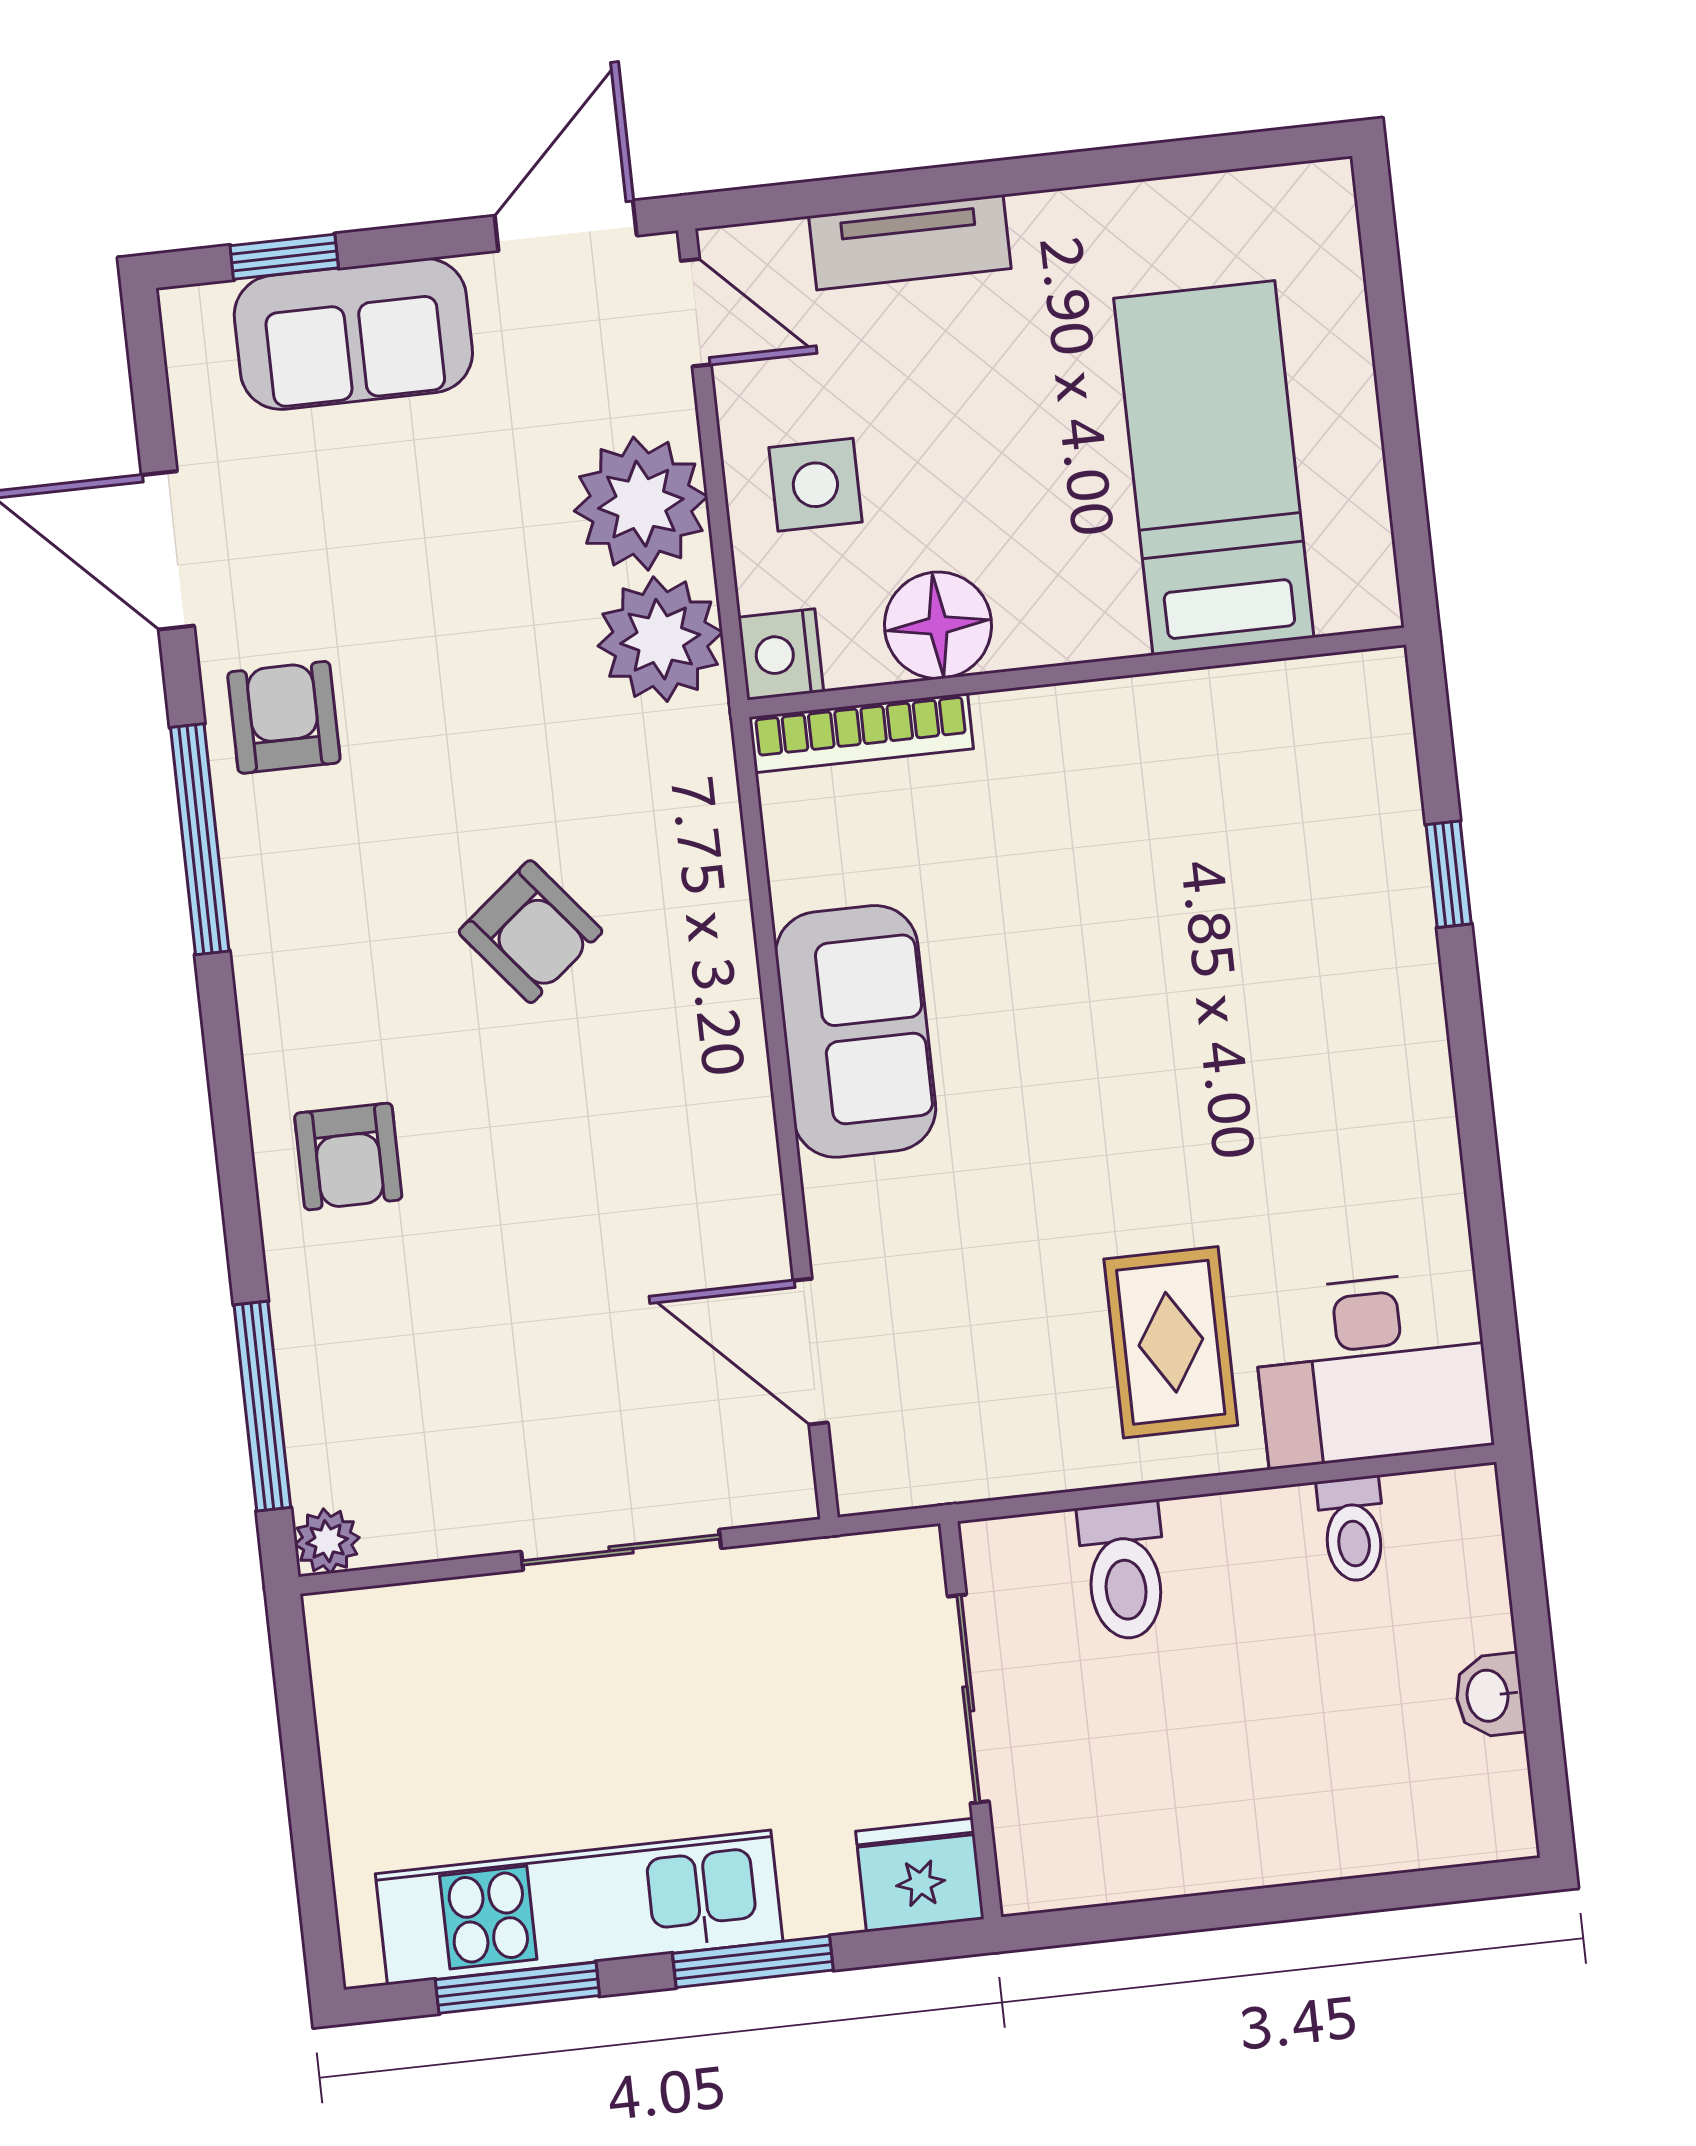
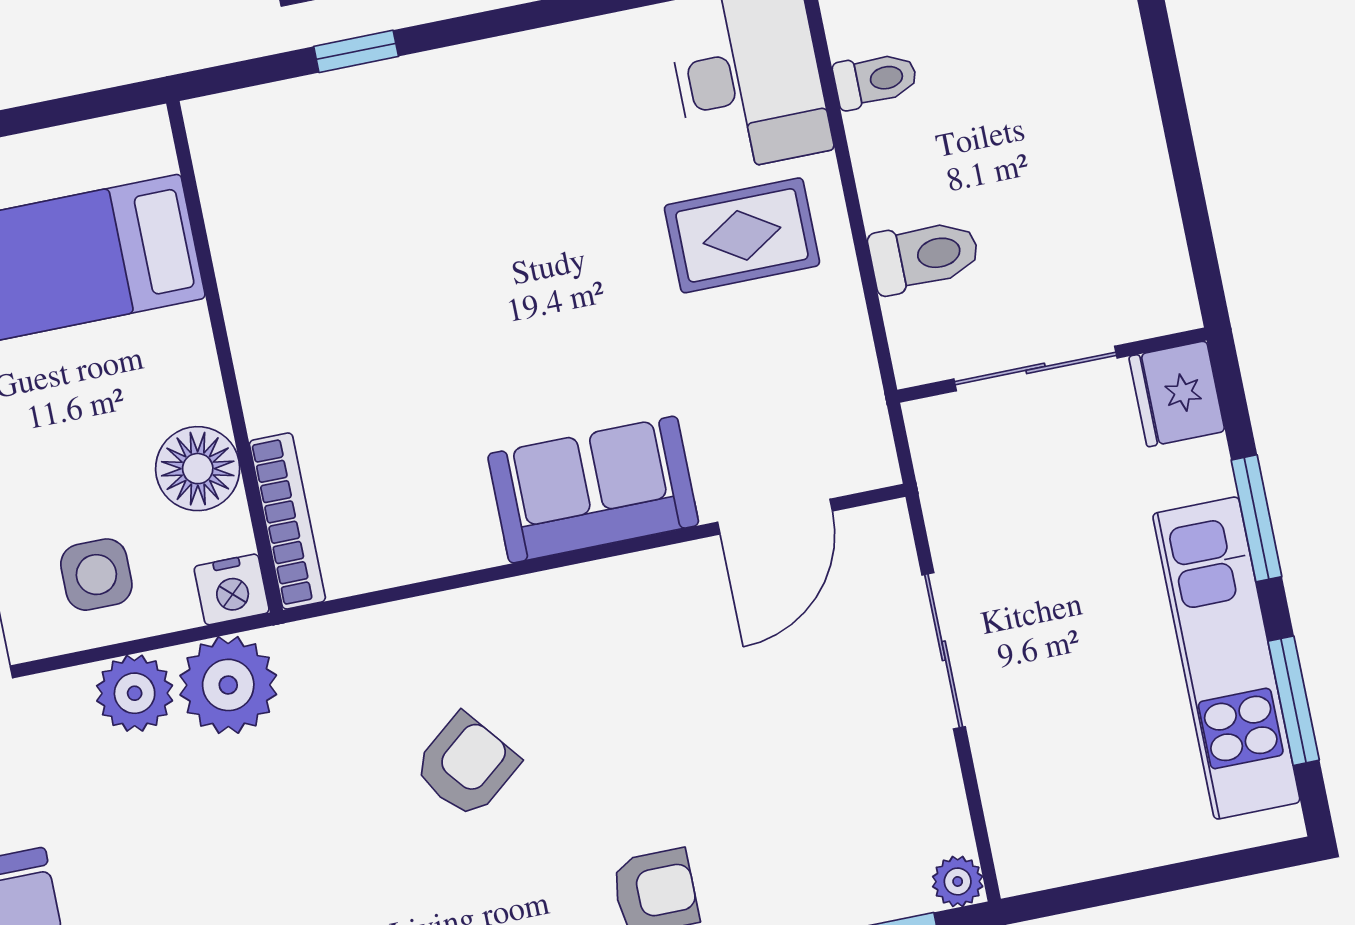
plant: (641, 504) -> (135, 693), width x0.73, depth x0.73
sofa: (856, 1031) -> (593, 490), moved

